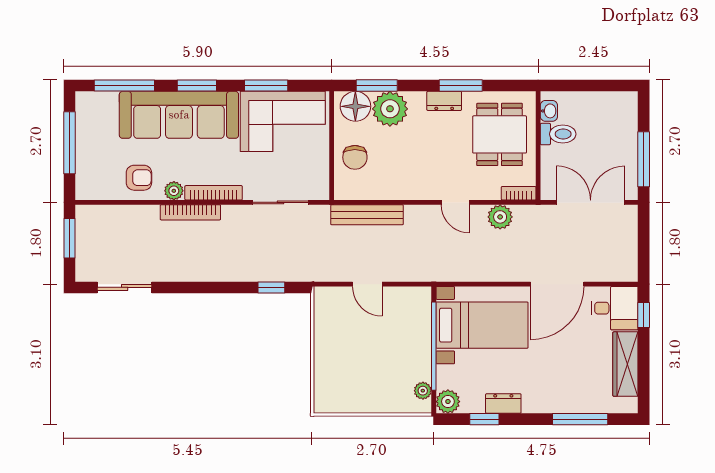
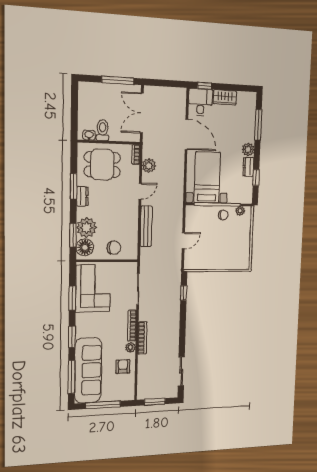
sofa: (179, 115) -> (88, 370), moved
bench: (367, 215) -> (146, 226), moved
chair: (415, 358) -> (223, 215), added
wardrobe: (625, 364) -> (225, 97), width x0.67
plant: (448, 402) -> (248, 150), moved

